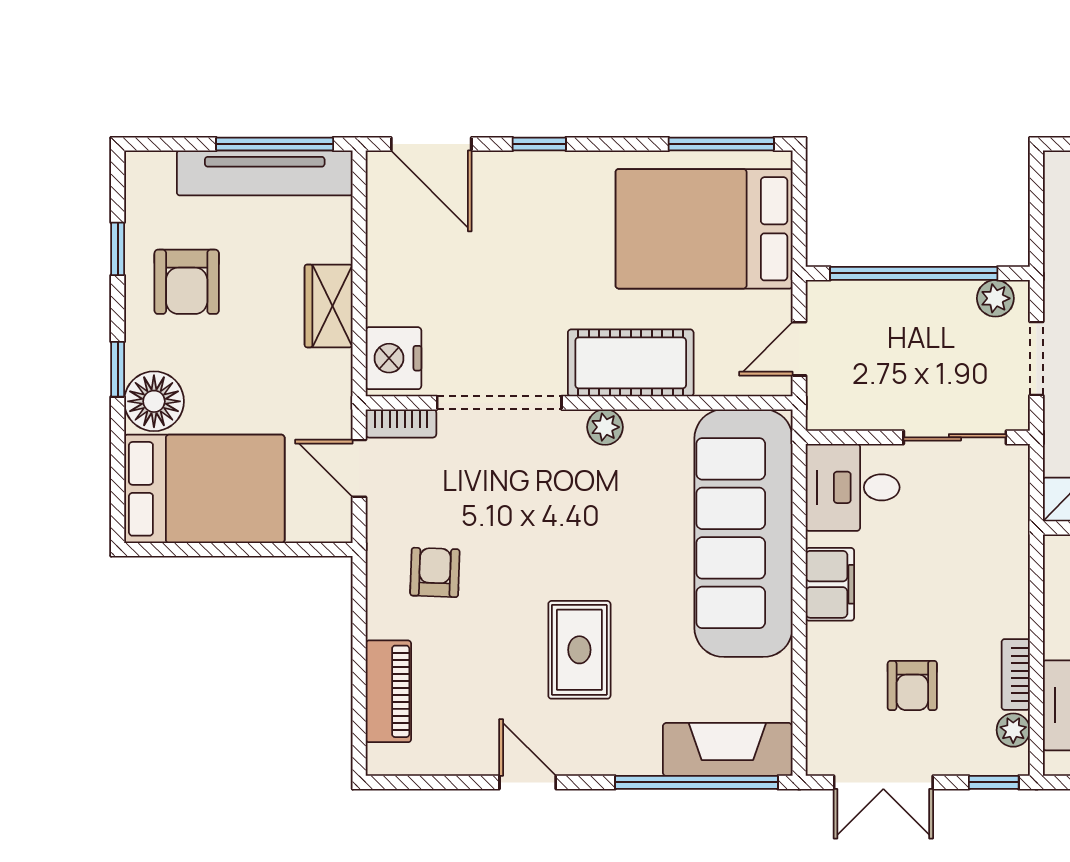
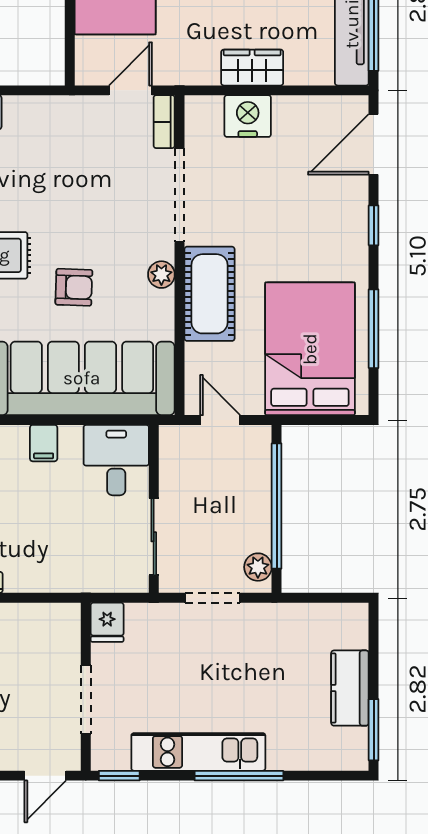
window: (721, 144) -> (374, 329), moved
nightstand: (393, 358) -> (248, 116), moved
armchair: (435, 572) -> (74, 287), moved
filing cabinet: (830, 584) -> (44, 443), width x0.50

